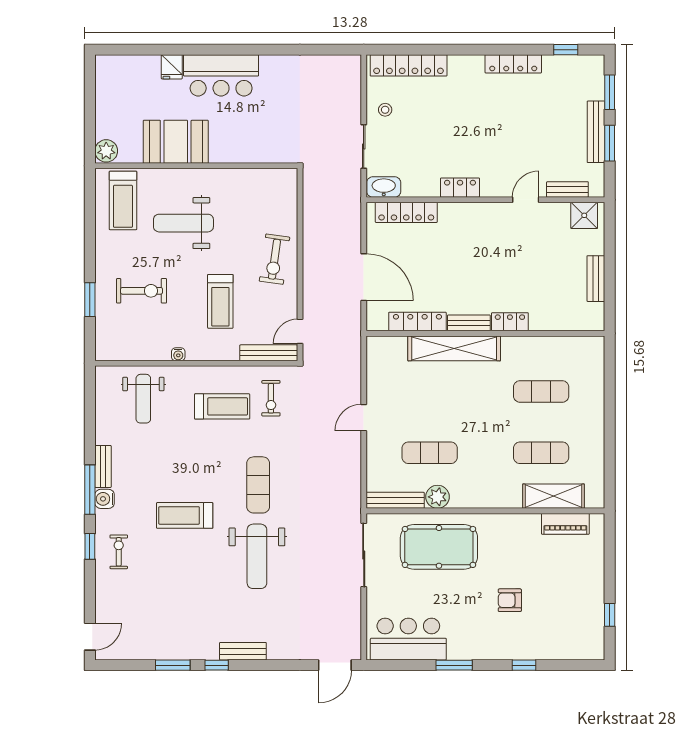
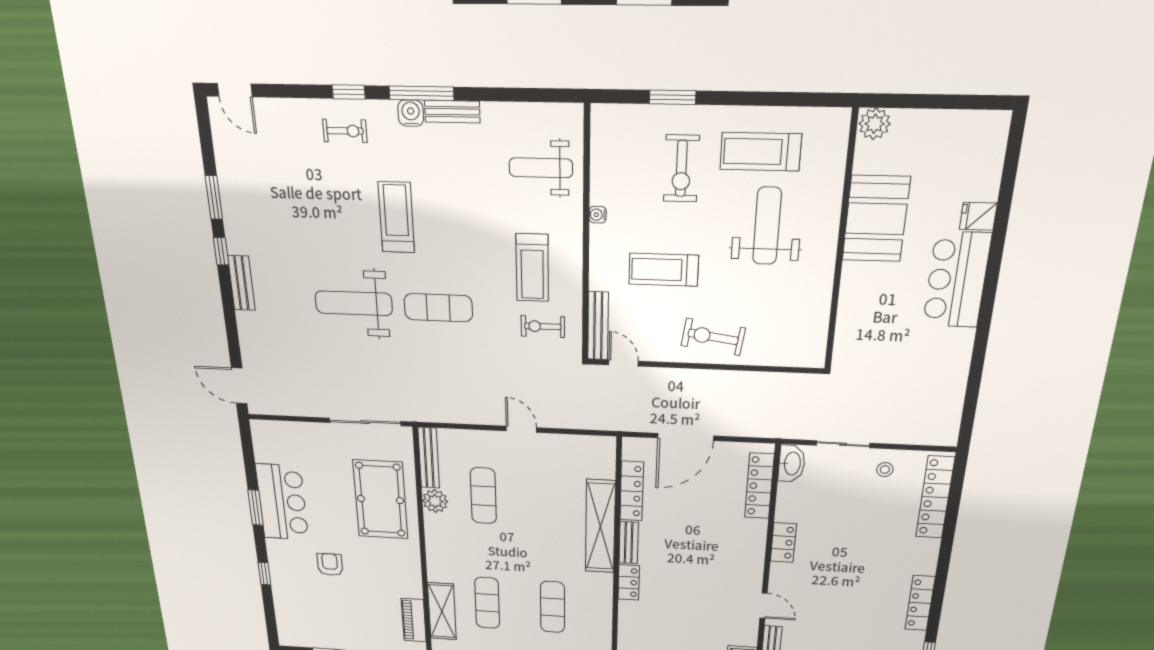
treadmill: (123, 200) -> (761, 152), moved
bar counter: (408, 639) -> (282, 502), moved

